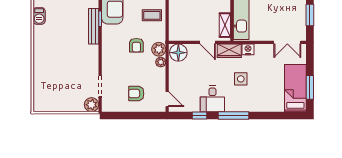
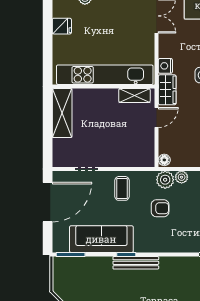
floor lamp: (178, 53) -> (164, 160), width x0.53, depth x0.53

